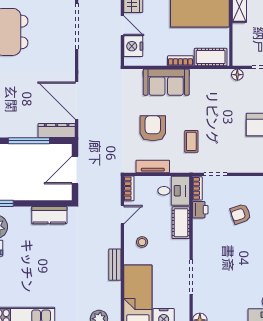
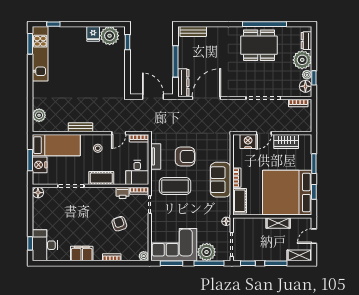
sofa: (166, 82) -> (220, 180), moved
coffee table: (191, 141) -> (175, 186), width x1.86, depth x1.72
kitchen counter: (49, 215) -> (118, 77), removed
door: (122, 215) -> (119, 133), hinge flipped
cot: (181, 223) -> (101, 178), moved

